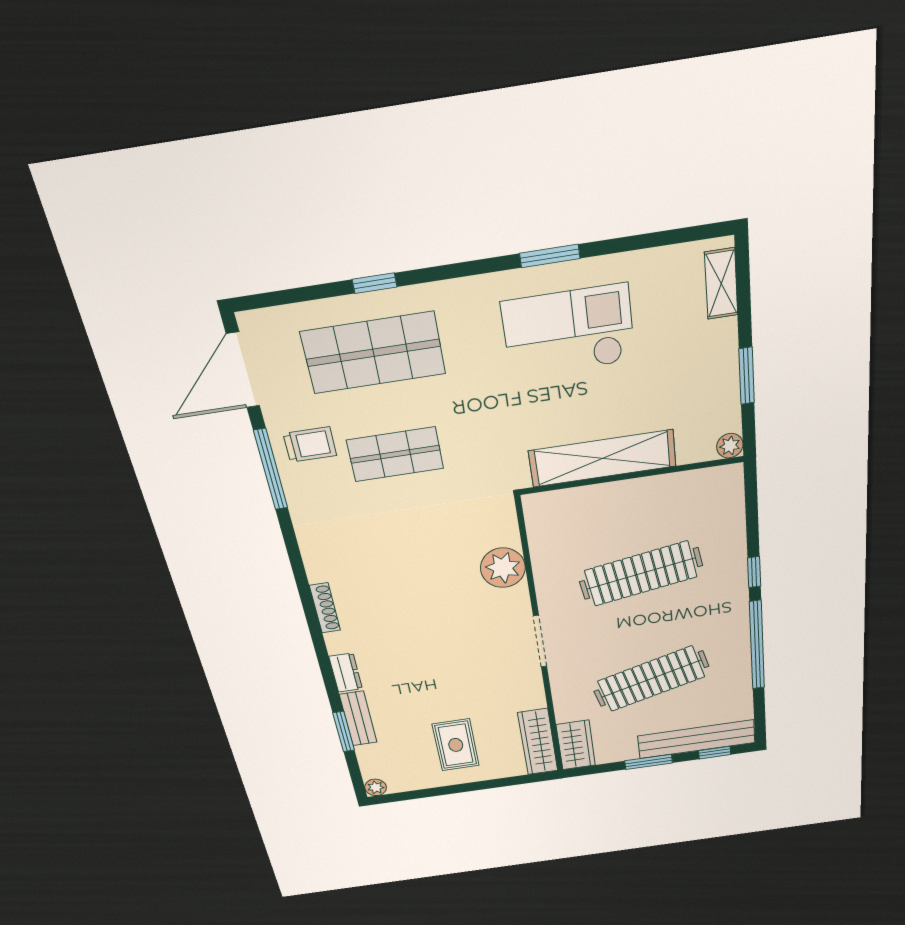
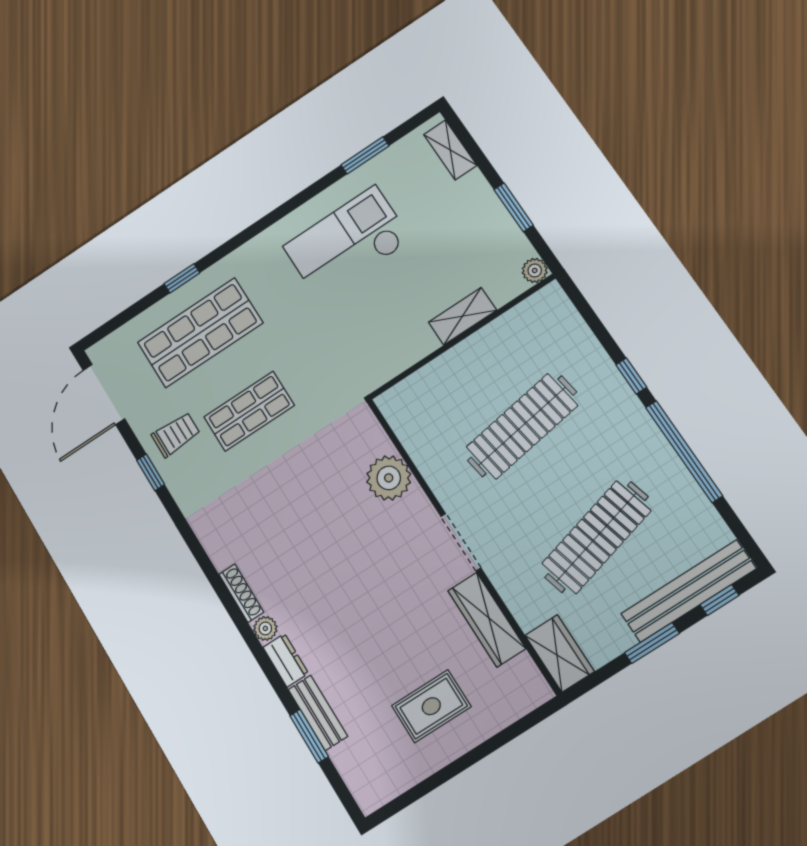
window: (550, 256) -> (365, 155), moved
shelving: (602, 458) -> (462, 316), width x0.45, depth x0.75
window: (271, 469) -> (151, 472), width x0.46
wardrobe: (538, 742) -> (487, 620), moved
rug: (456, 745) -> (431, 706), turned 90
plant: (376, 787) -> (265, 628), moved

